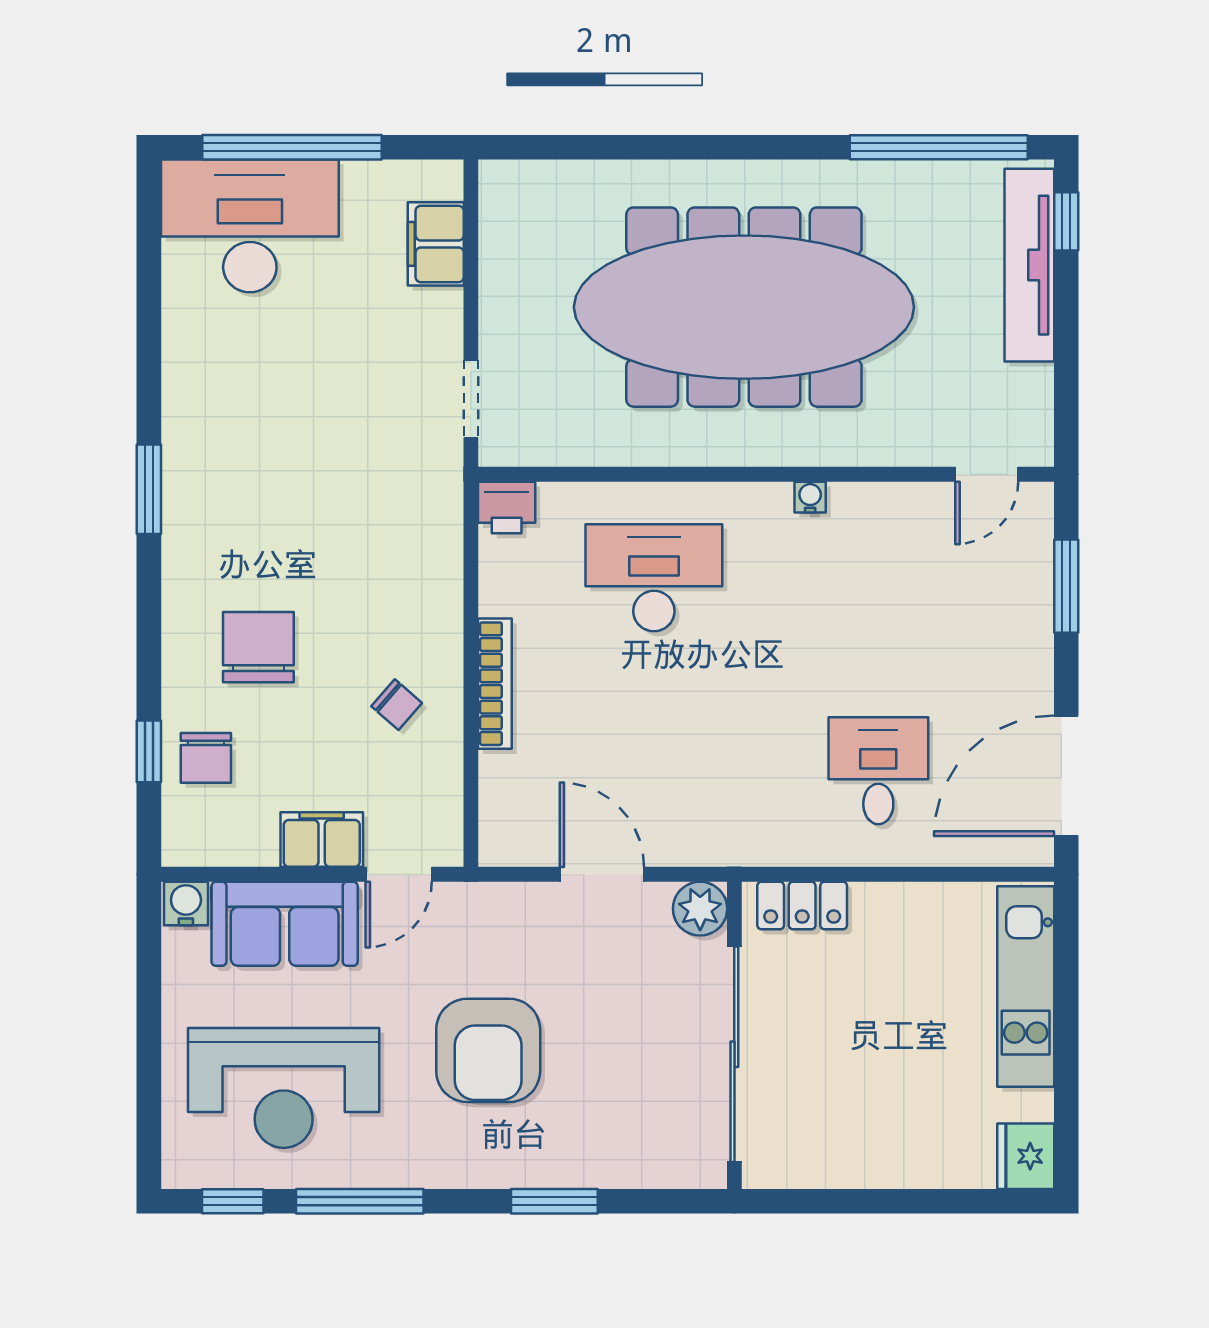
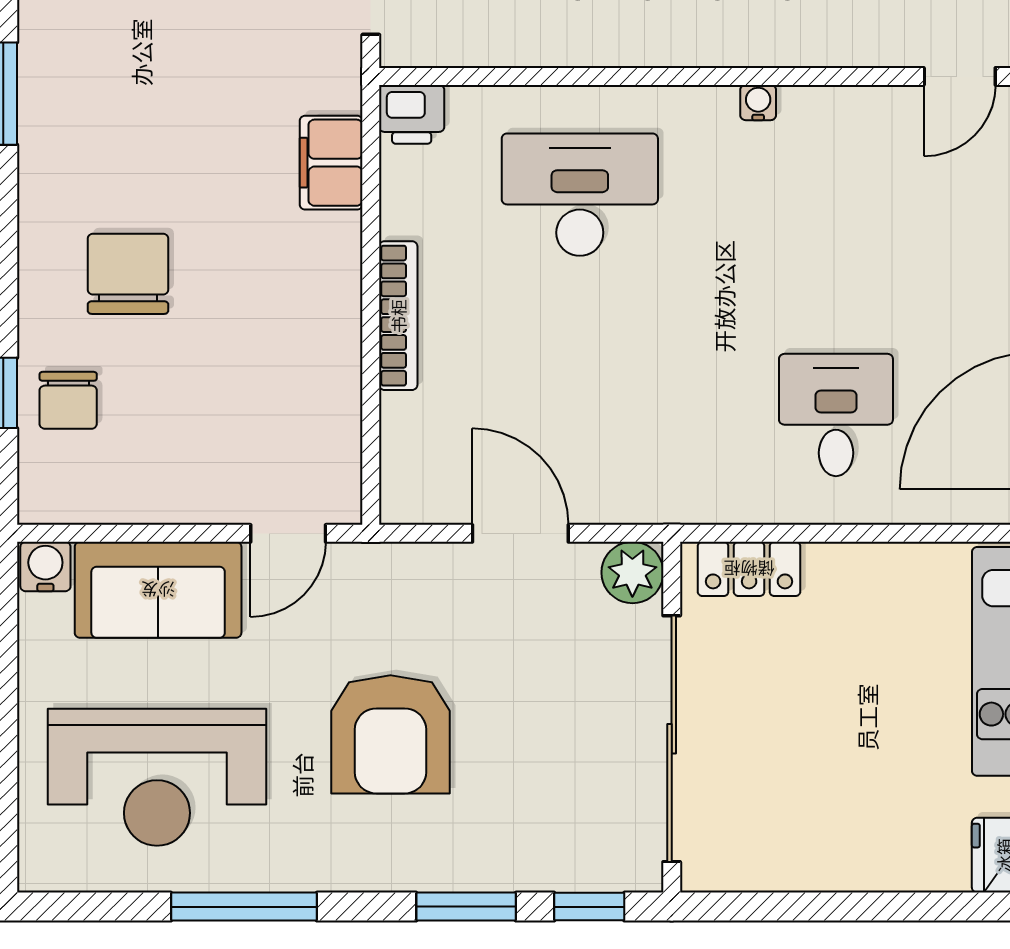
chair: (397, 705) -> (286, 339), removed
filing cabinet: (322, 840) -> (331, 163), moved, turned -90
window: (233, 1201) -> (589, 907), moved

